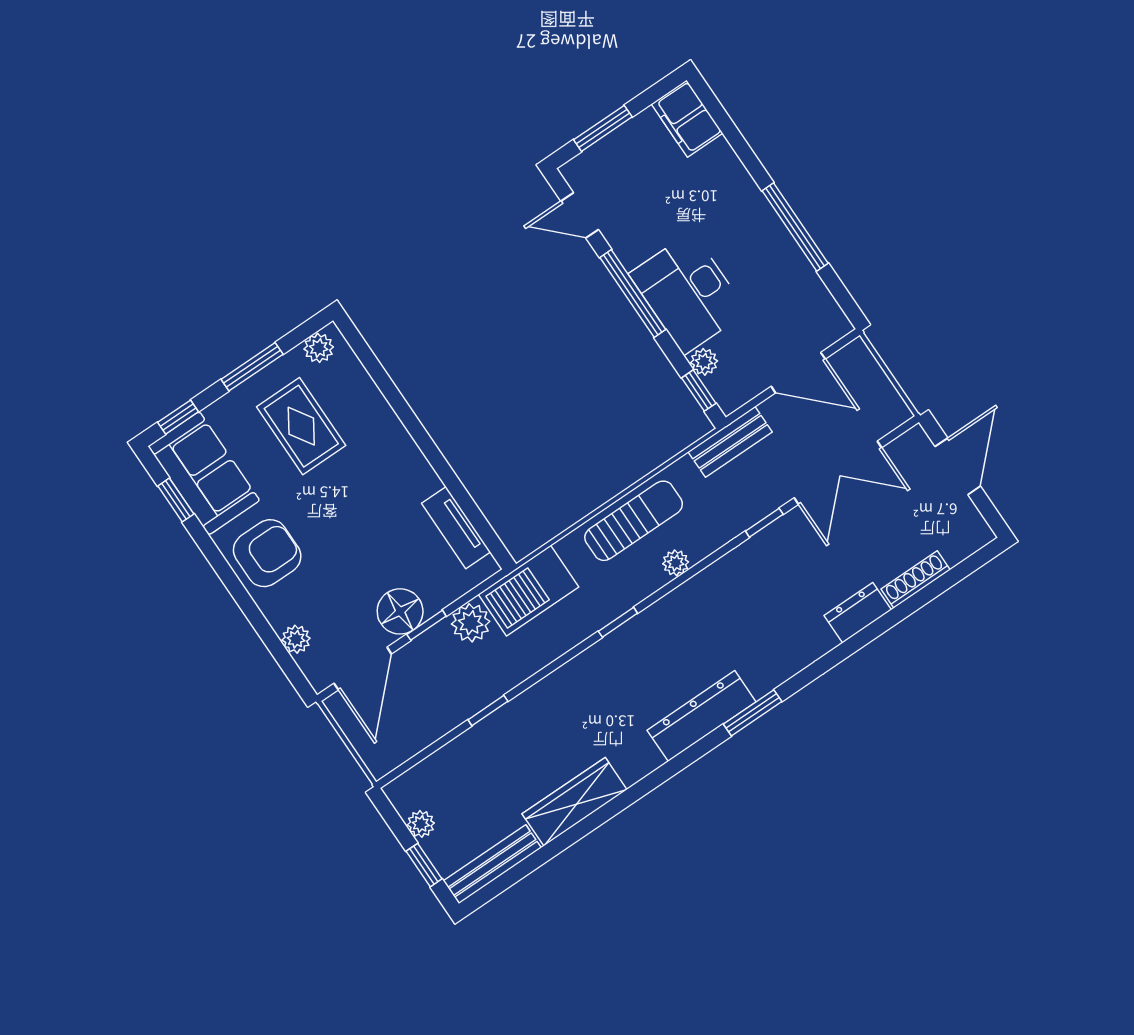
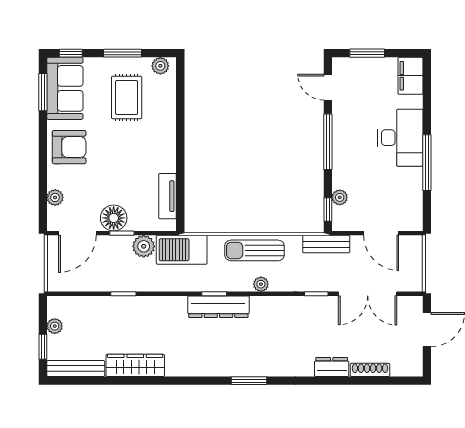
desk: (688, 293) -> (400, 138), moved, turned 180
window: (176, 500) -> (43, 92), width x1.50
sun lounger: (634, 521) -> (255, 250), turned 180
dresser: (702, 716) -> (218, 307), moved, turned 180

